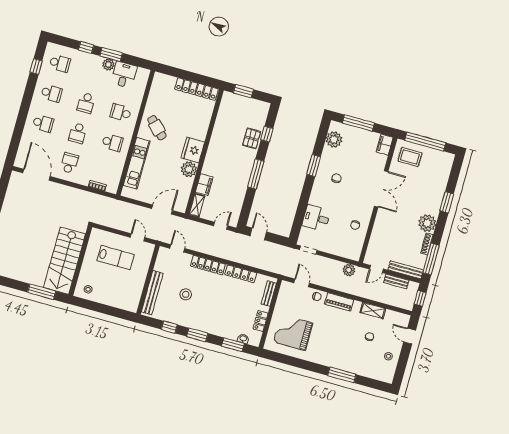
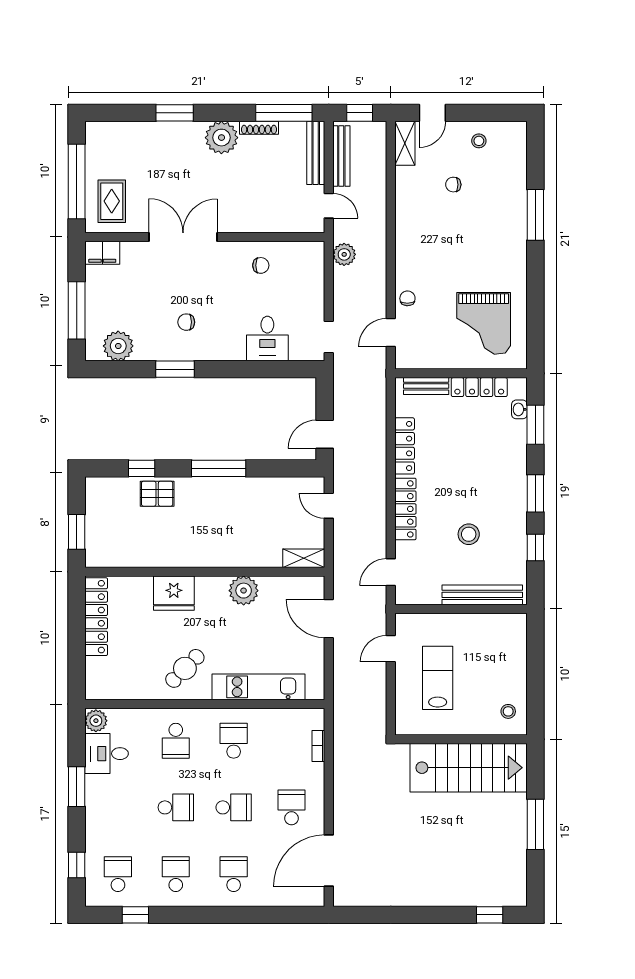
window: (86, 47) -> (77, 865), moved
plant: (108, 65) -> (96, 721), moved
fridge: (193, 150) -> (174, 593), moved
school desk: (69, 163) -> (291, 807), turned 90
filing cabinet: (204, 185) -> (263, 556), removed
bench: (396, 282) -> (341, 156), width x1.36
window: (42, 292) -> (535, 824), moved
piano: (339, 302) -> (406, 256), removed
shelving: (373, 311) -> (405, 143), moved
locker: (261, 321) -> (479, 387), width x1.53

